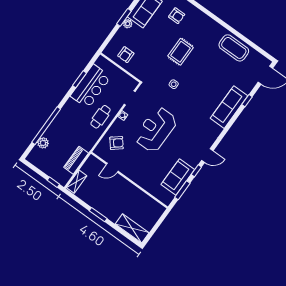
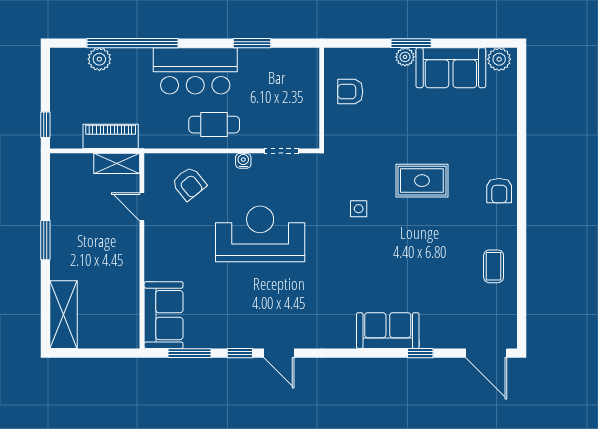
armchair: (177, 16) -> (499, 191), moved
coffee table: (234, 48) -> (494, 266), width x0.54, depth x0.58
bar counter: (91, 86) -> (195, 71), moved
sofa: (229, 107) -> (388, 331), width x0.73
sofa: (178, 177) -> (164, 315), moved, turned 90
shelving: (77, 182) -> (117, 163), moved

